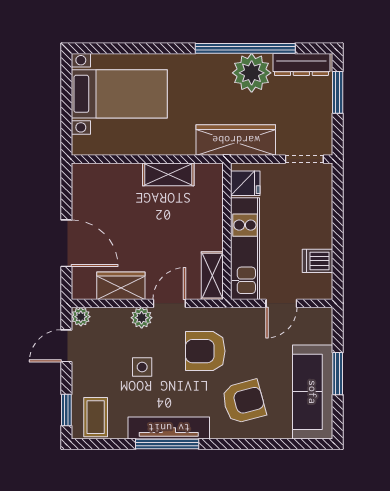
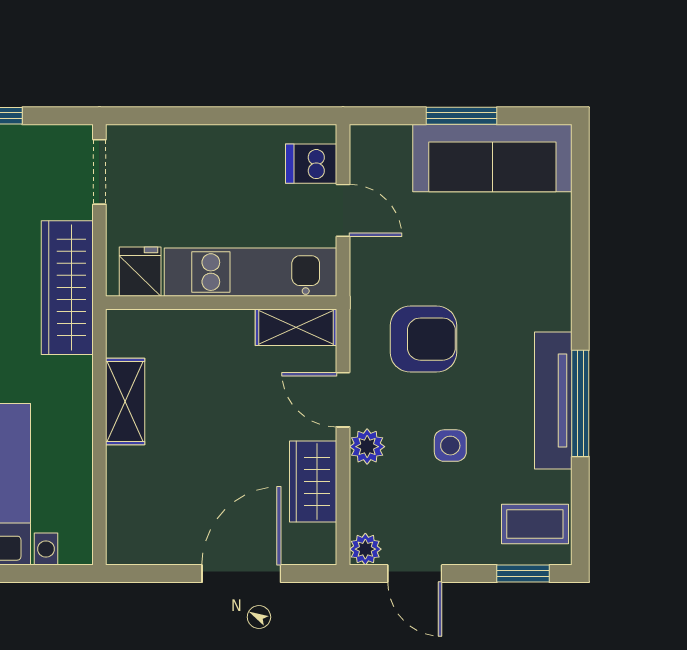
dishwasher: (317, 261) -> (311, 164), moved, turned 90
armchair: (205, 351) -> (423, 339), turned -90
armchair: (244, 402) -> (509, 274), removed

